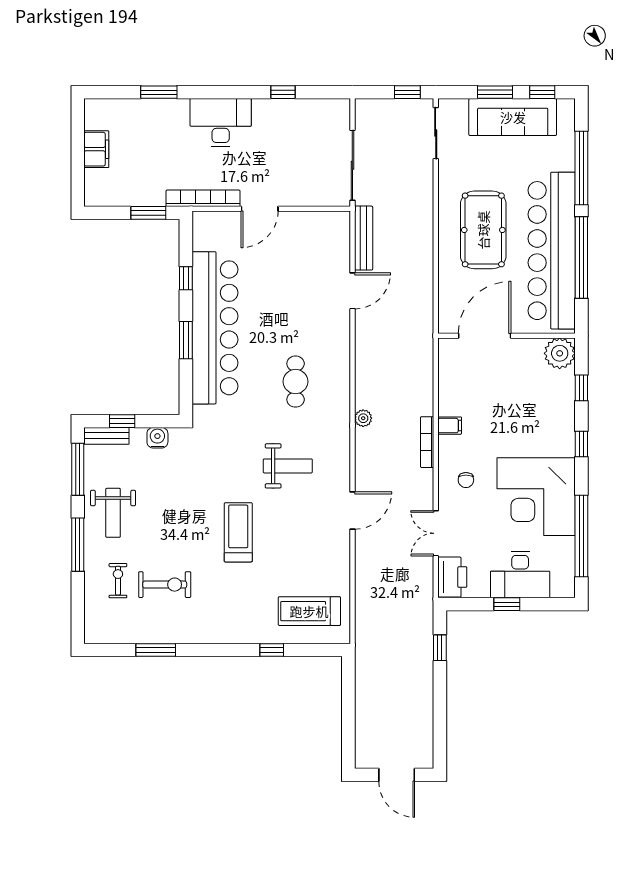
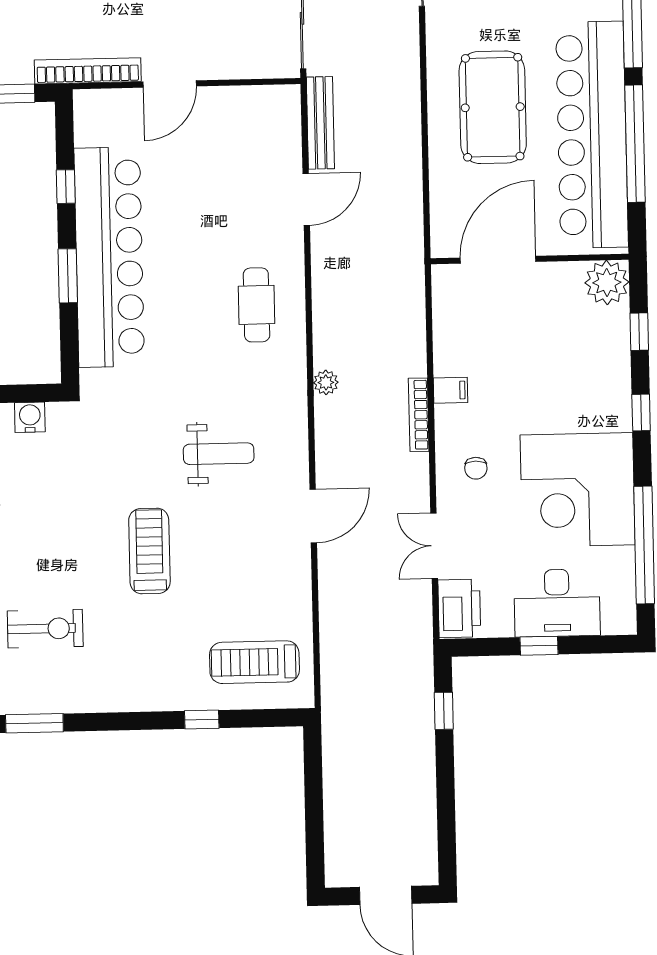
cafe table: (296, 382) -> (256, 305), moved

